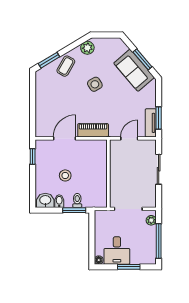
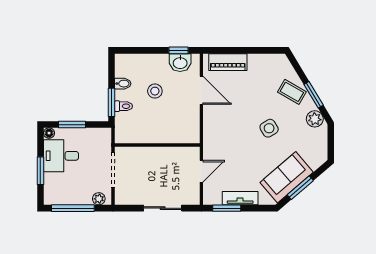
window: (49, 60) -> (314, 95), moved
tv unit: (151, 123) -> (240, 198), moved
piano: (93, 130) -> (228, 62), moved, turned 90
door: (129, 138) -> (201, 171), hinge flipped
washbasin: (45, 200) -> (180, 63), moved, turned 90
window: (92, 242) -> (72, 125), added

